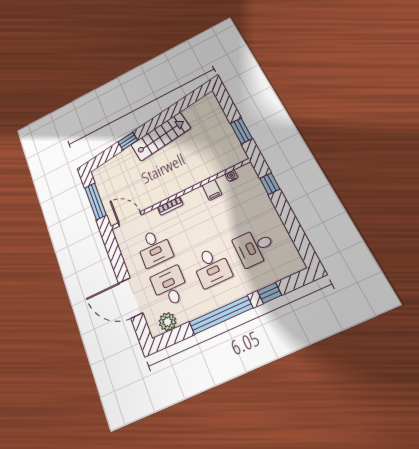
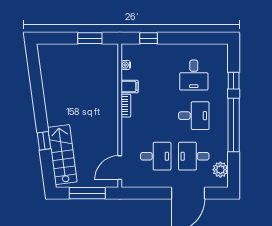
stairs: (161, 137) -> (62, 155), moved
bookcase: (170, 206) -> (126, 106), moved

